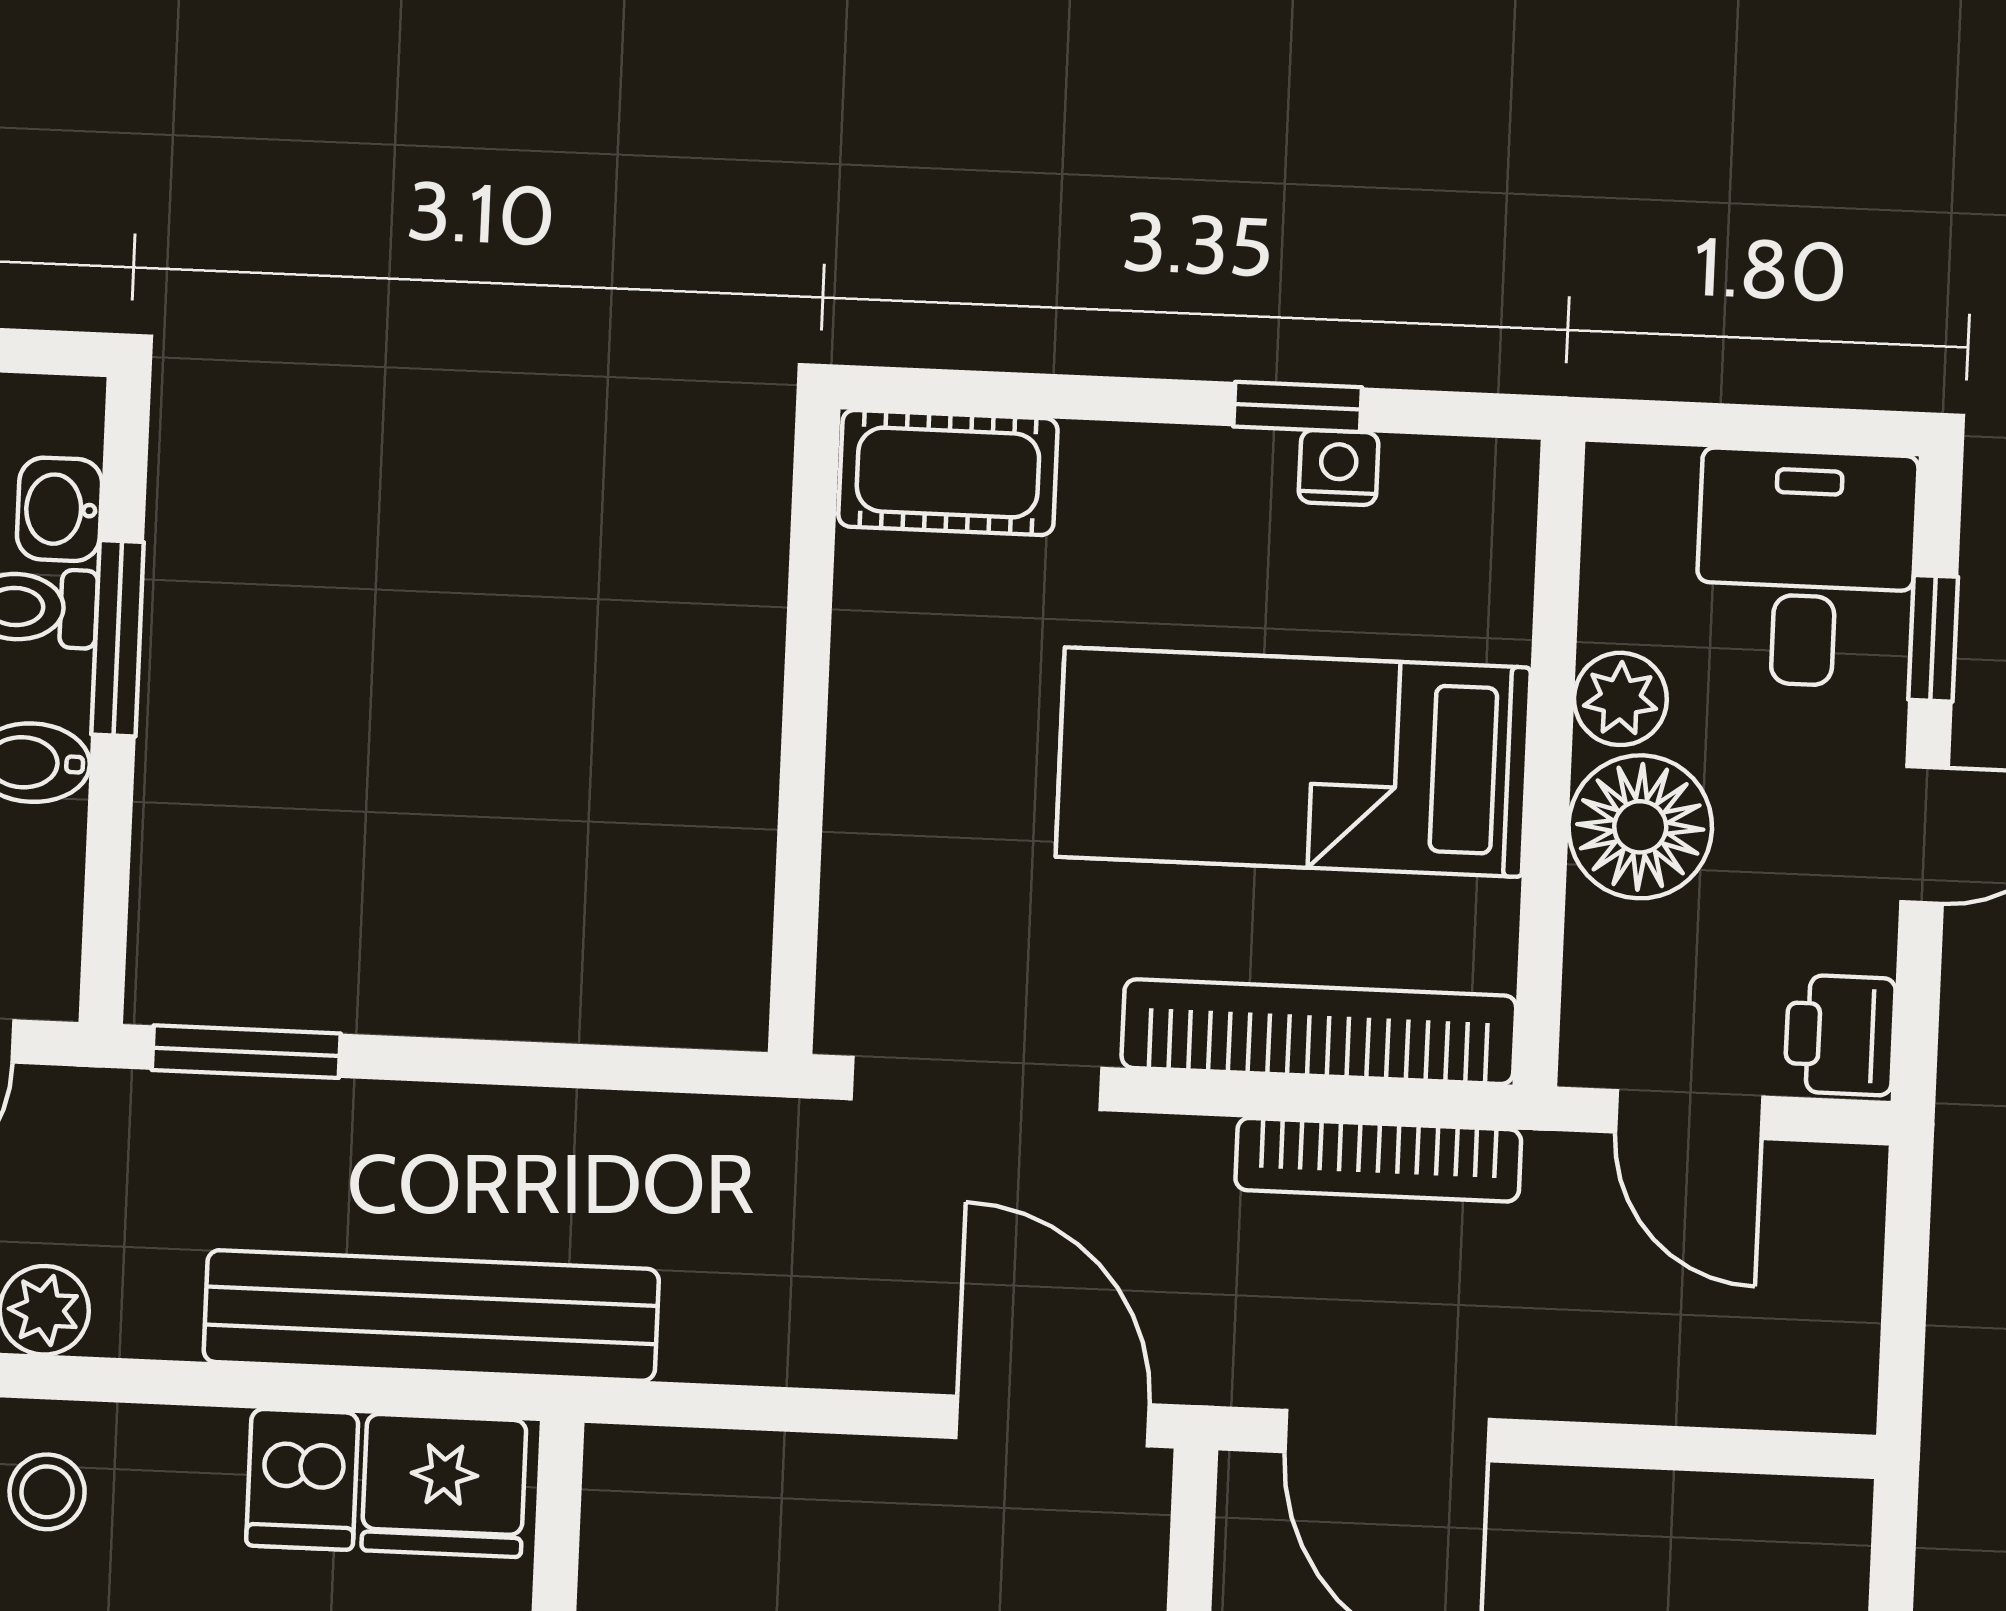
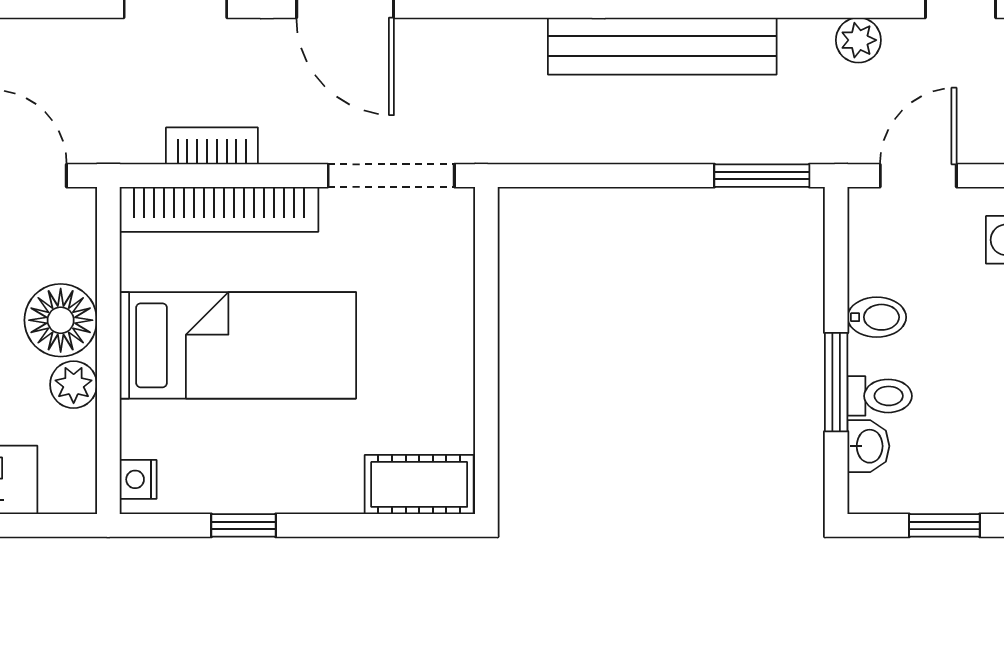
nightstand: (1339, 468) -> (138, 479), moved, turned 90
bookcase: (1378, 1160) -> (212, 146), width x0.64

